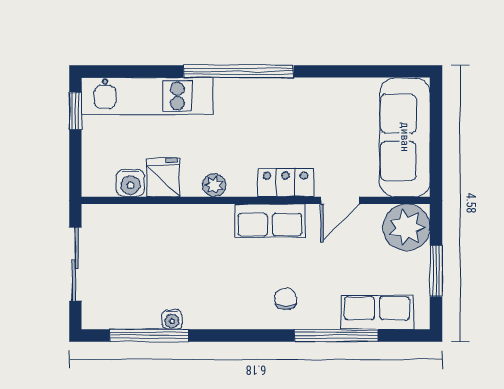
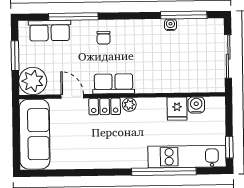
window: (238, 71) -> (164, 171), moved
plant: (214, 185) -> (129, 105), moved
door: (340, 200) -> (72, 96), hinge flipped

